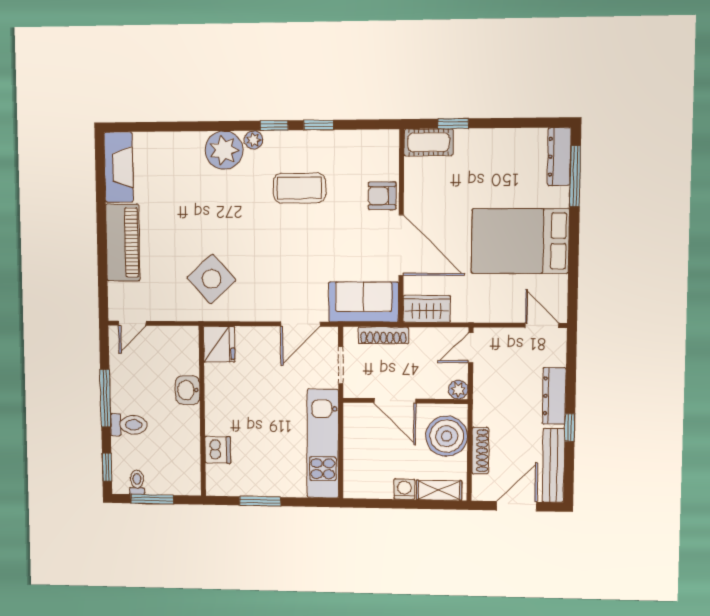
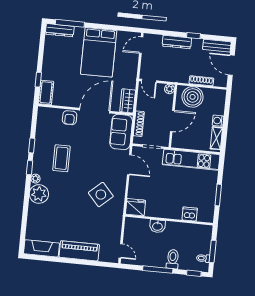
side table: (212, 279) -> (101, 195), moved
bench: (553, 465) -> (217, 46), width x0.73
shelving: (439, 490) -> (216, 138), moved

